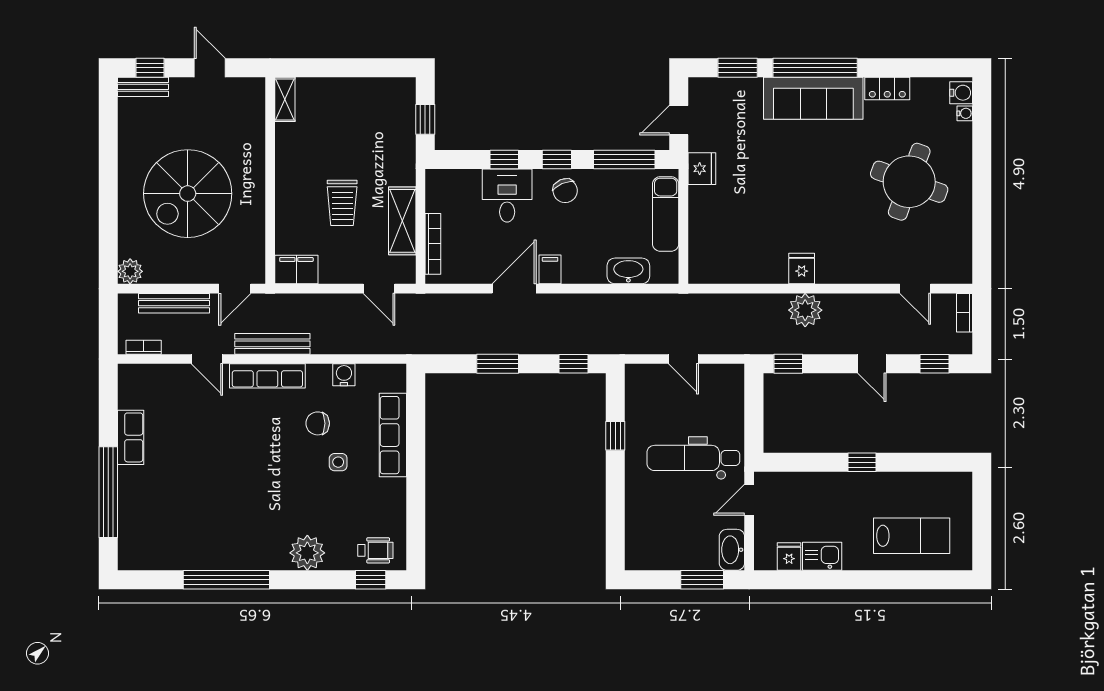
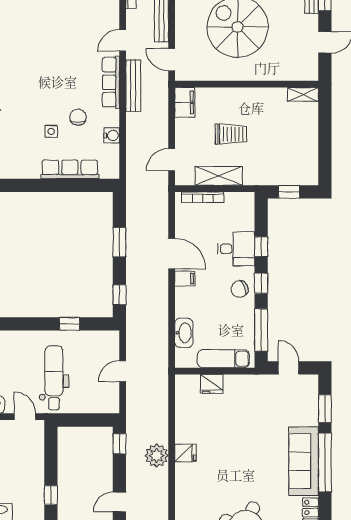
fridge: (702, 169) -> (212, 384), moved
trolley: (342, 203) -> (231, 134), turned 180

